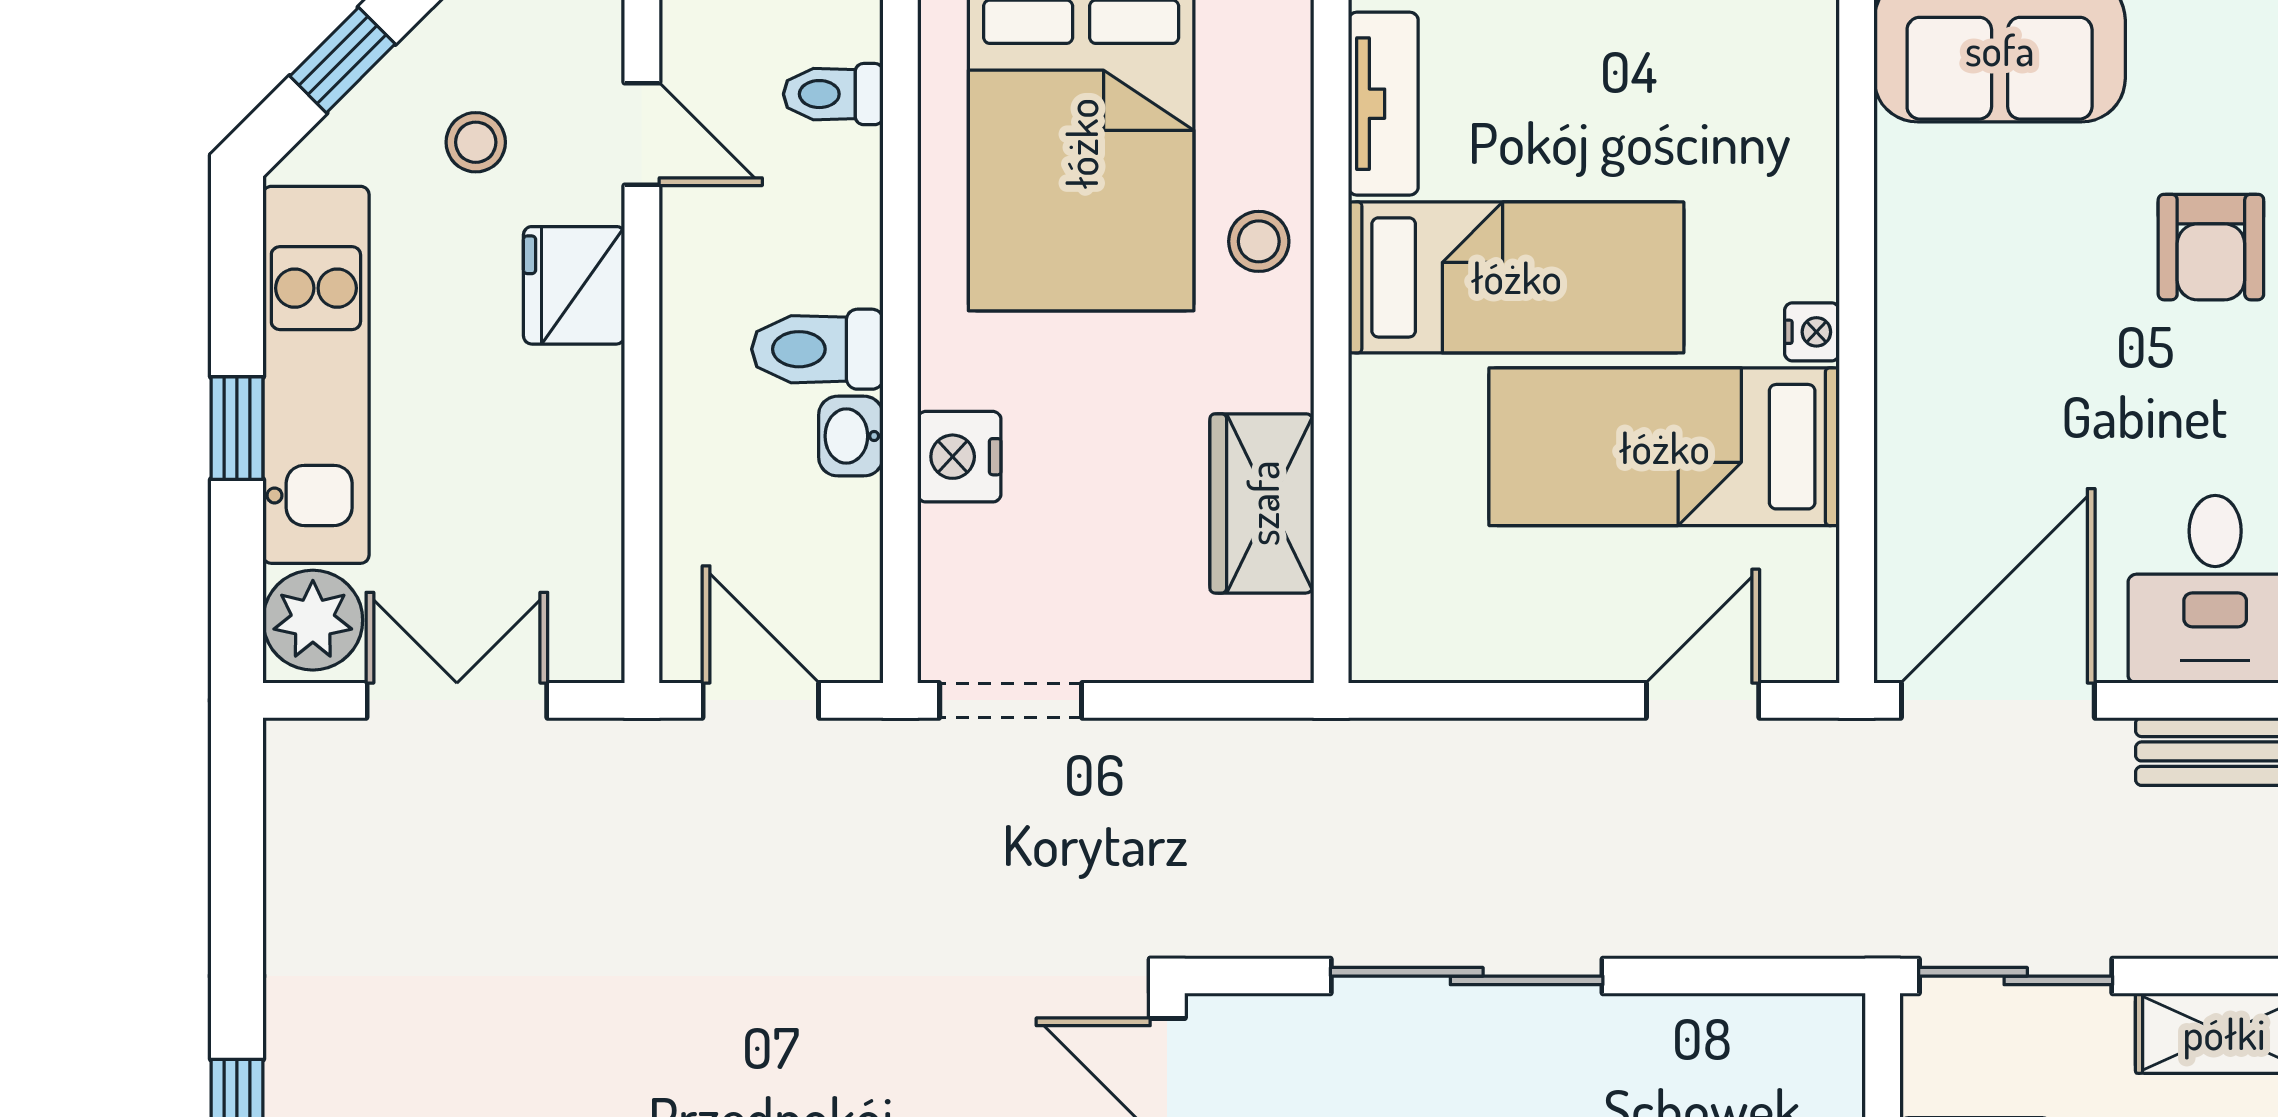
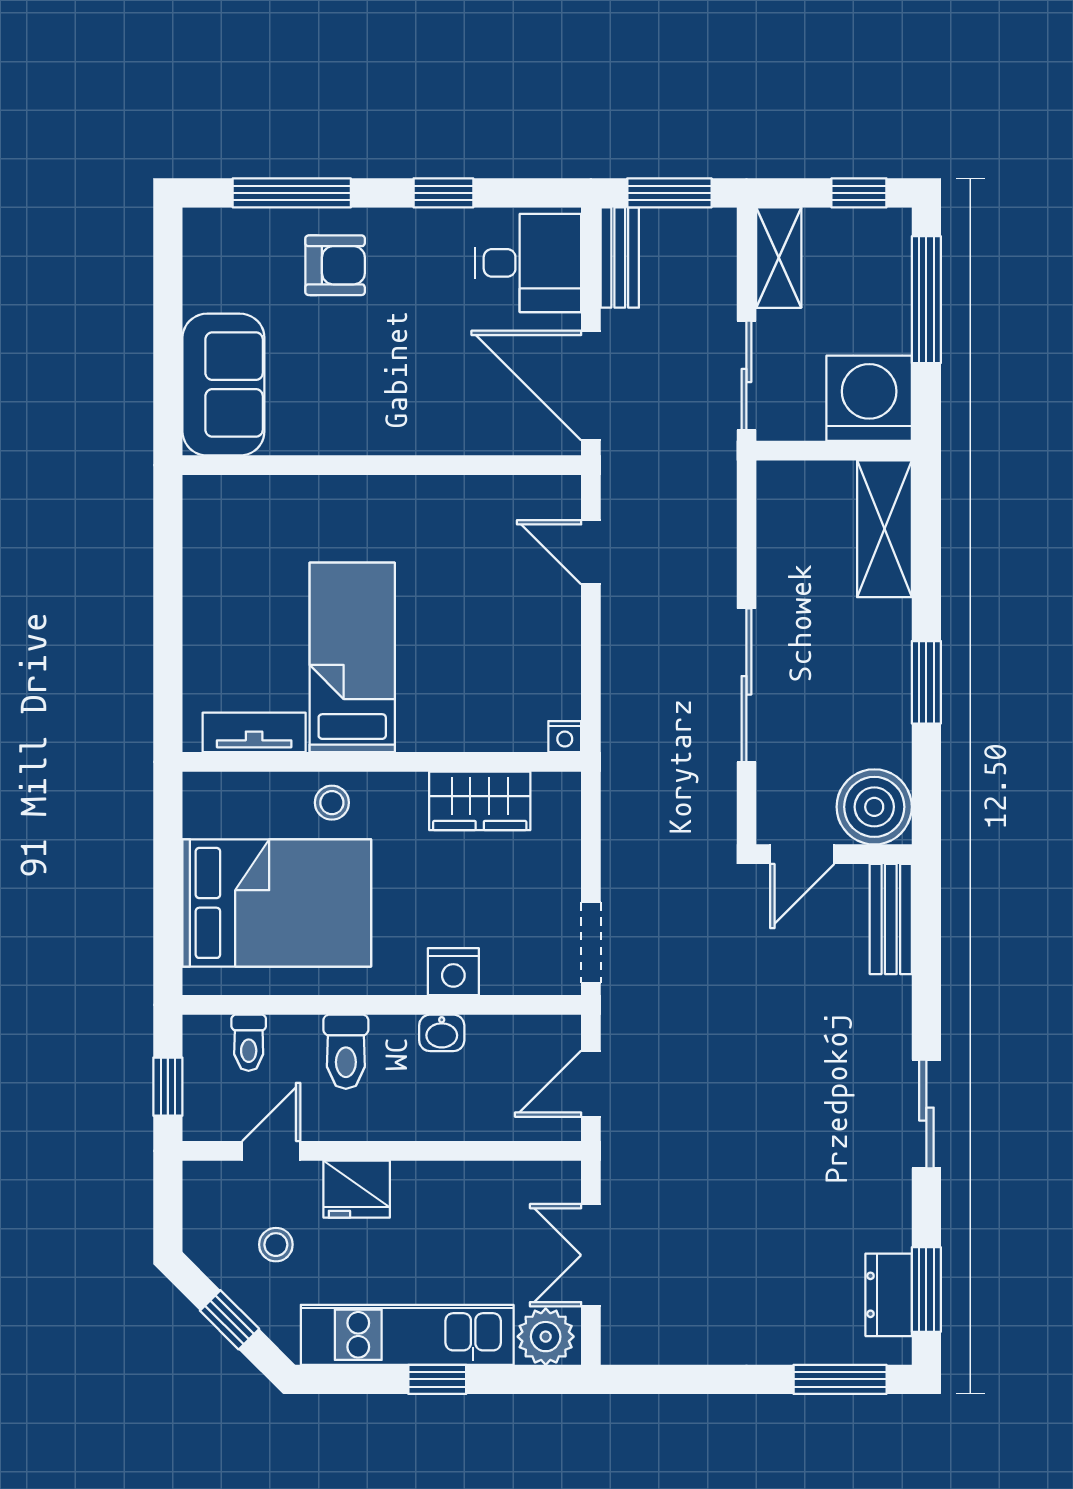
nightstand: (1812, 332) -> (565, 737), moved, turned 180
toilet: (817, 349) -> (346, 1052), moved
bed: (1664, 447) -> (448, 574), removed

